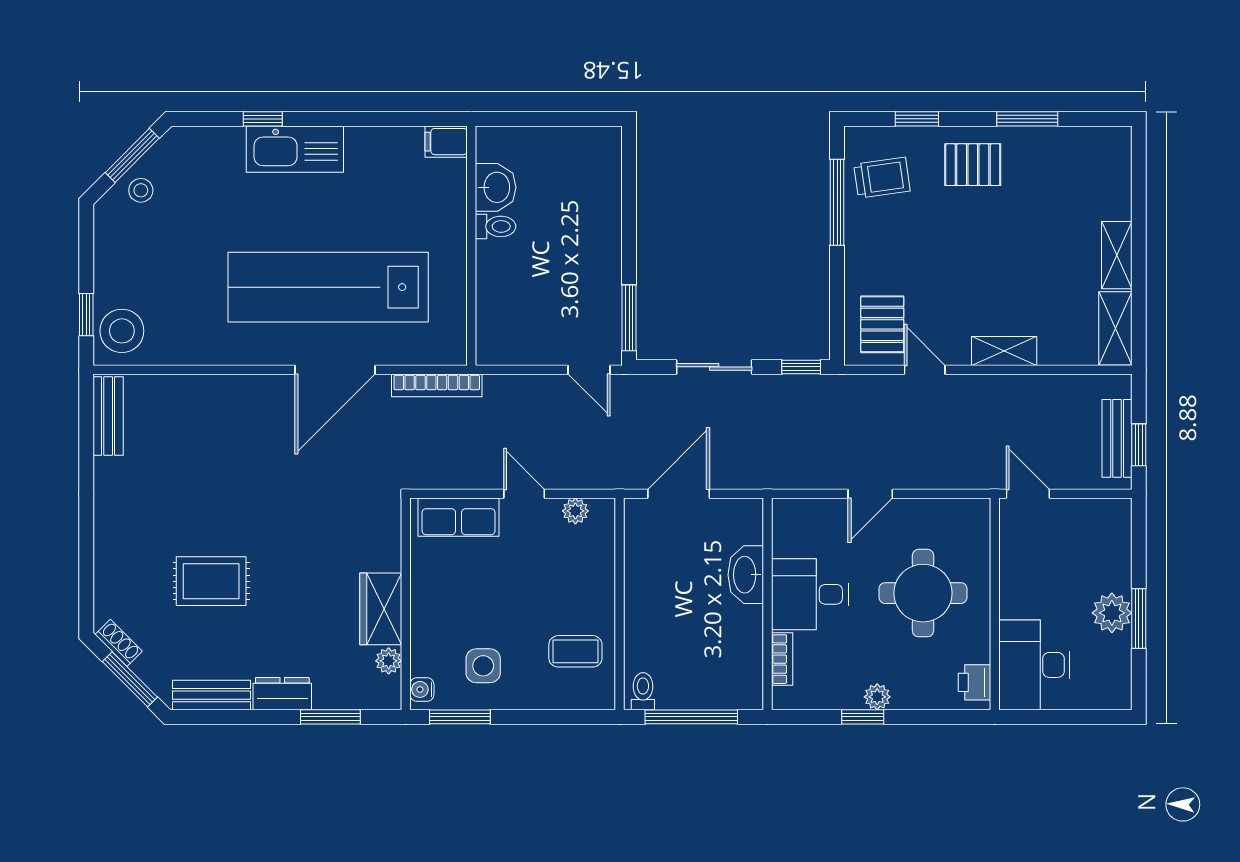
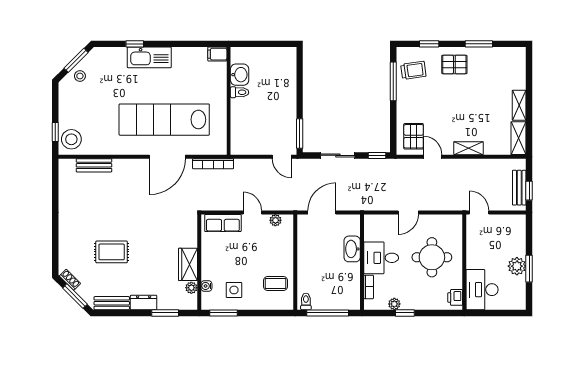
bench: (108, 416) -> (94, 165), moved, turned 90
water cooler: (422, 689) -> (206, 286), moved
plant: (877, 697) -> (394, 304), moved

